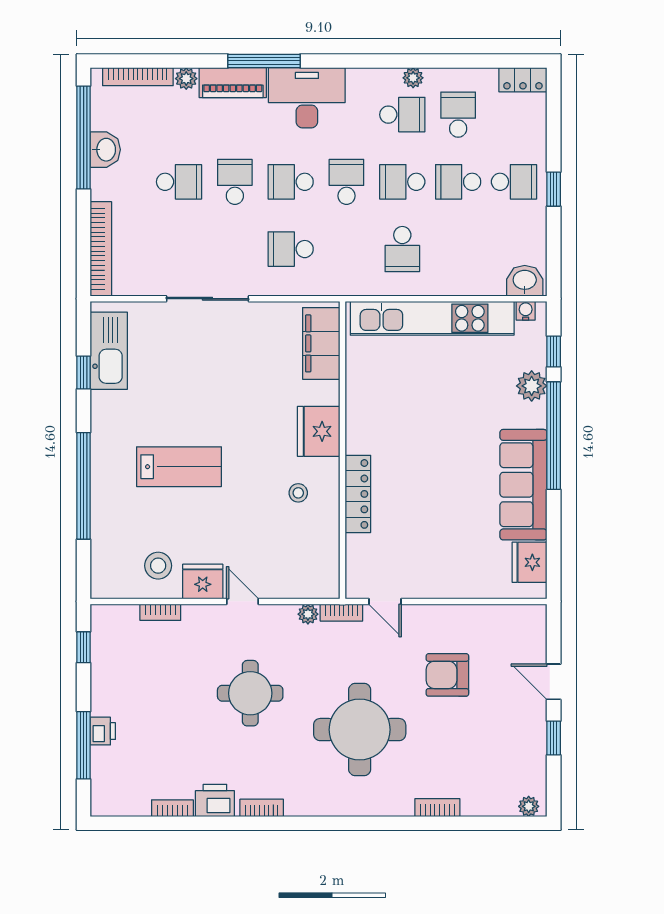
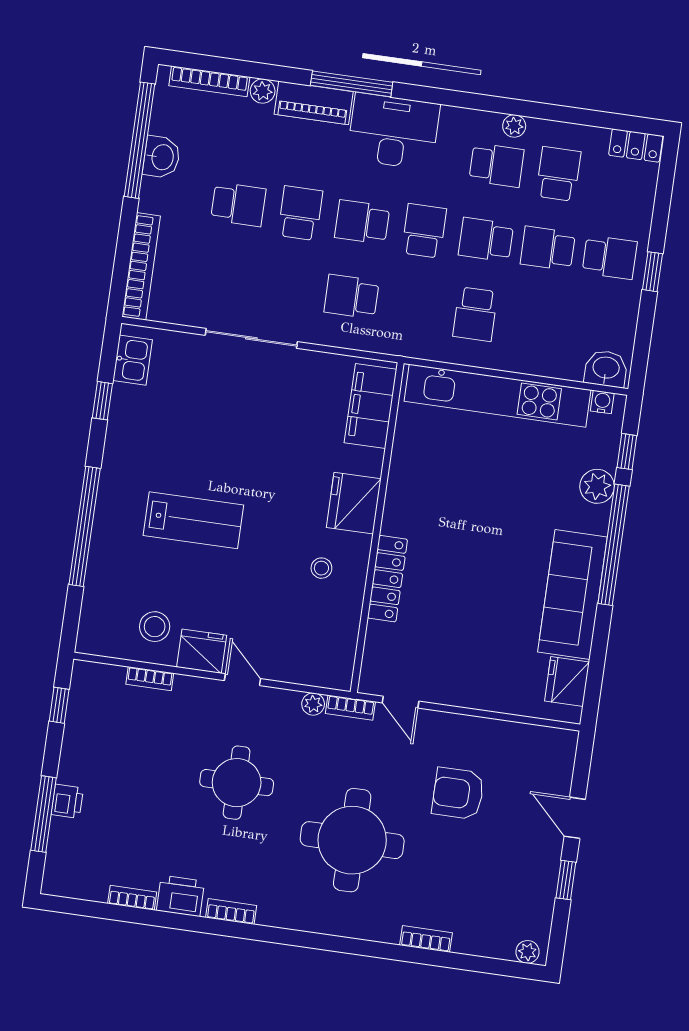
kitchen sink: (109, 351) -> (133, 360), width x0.53, depth x0.81

